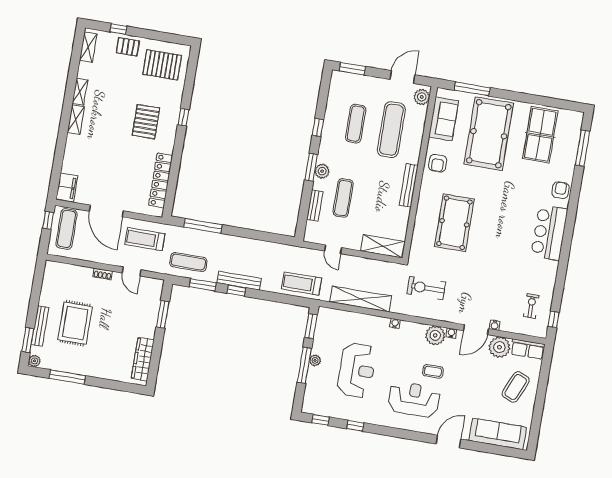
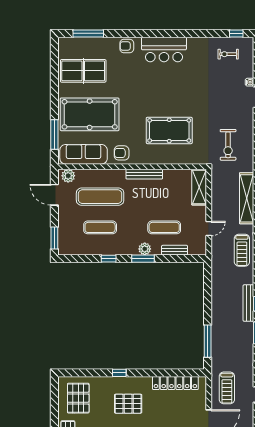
sofa: (444, 119) -> (84, 154), width x1.36
armchair: (438, 163) -> (122, 153), turned 180
exercise mat: (188, 262) -> (240, 348), removed

